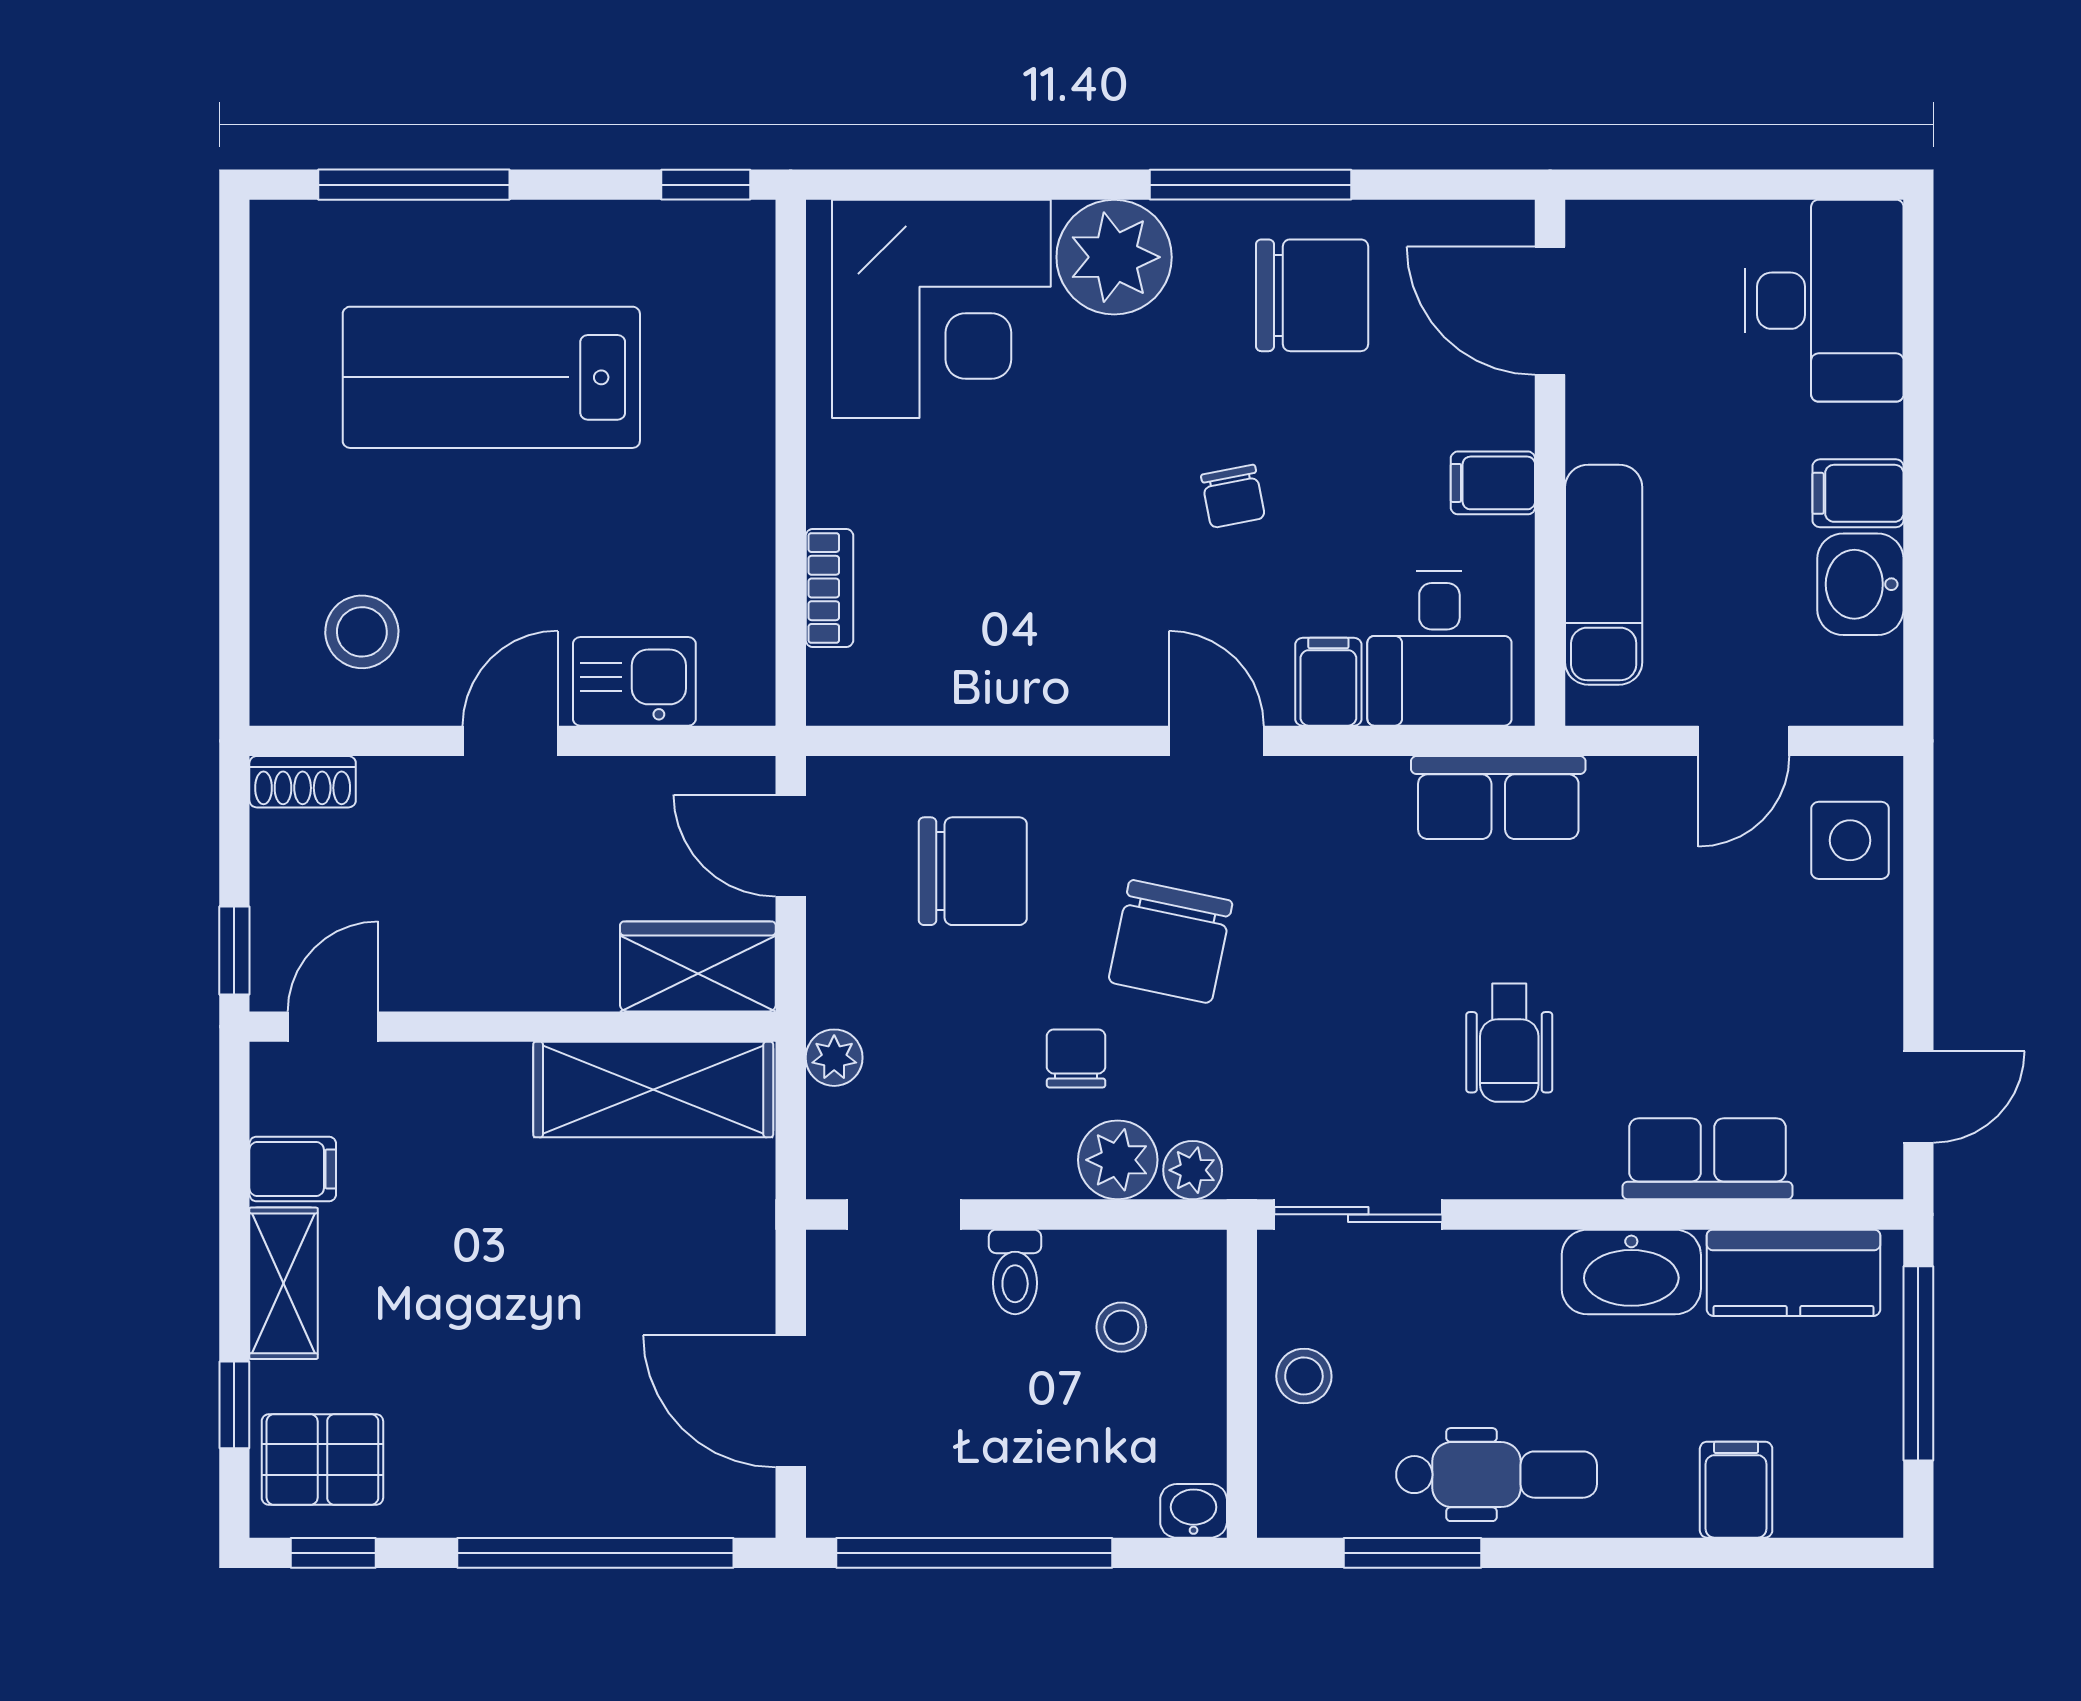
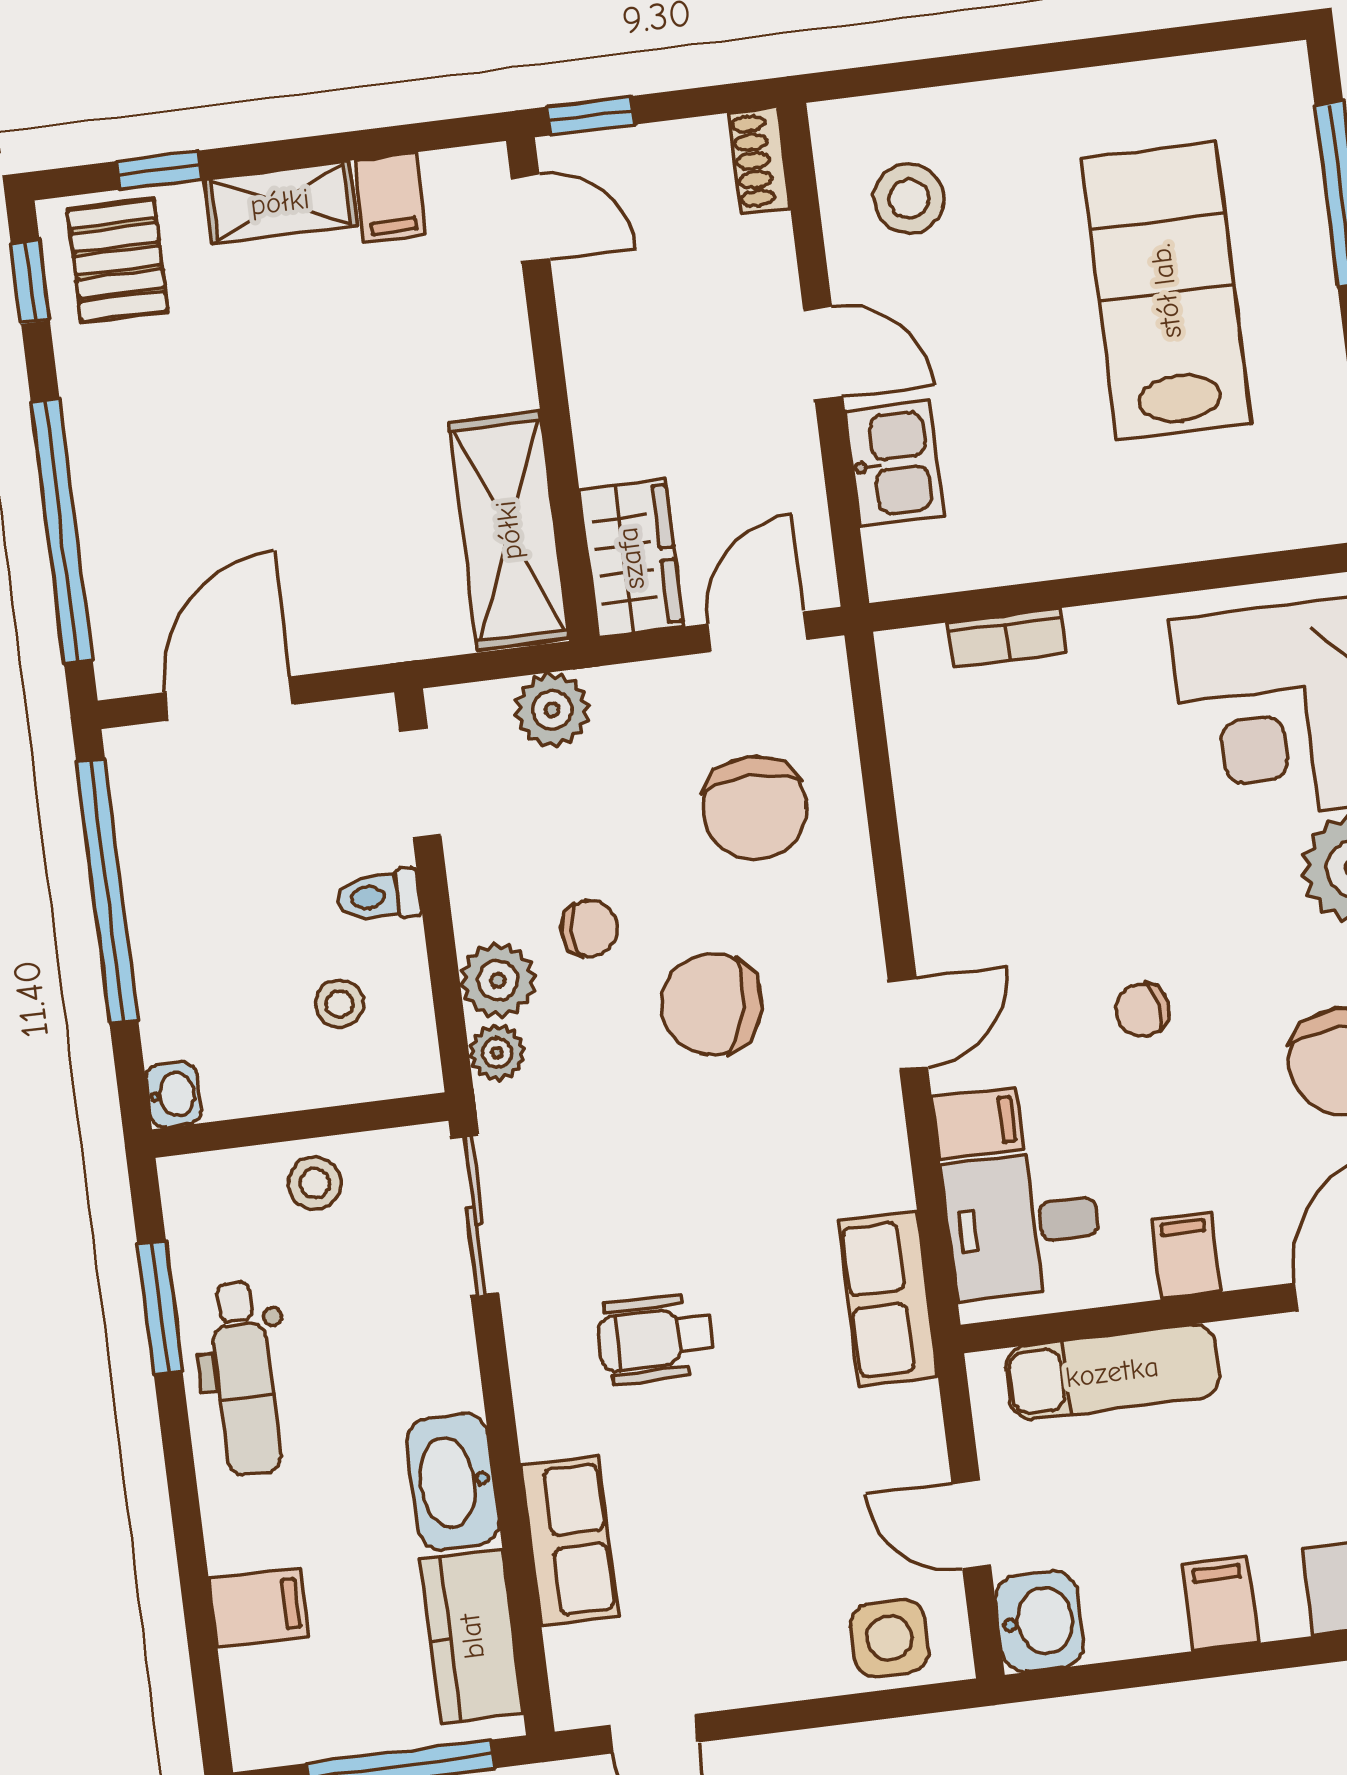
washbasin: (1860, 584) -> (1040, 1621), moved, turned 90
plant: (834, 1058) -> (552, 710), width x1.38, depth x1.38

